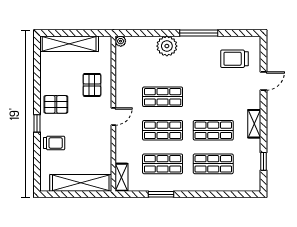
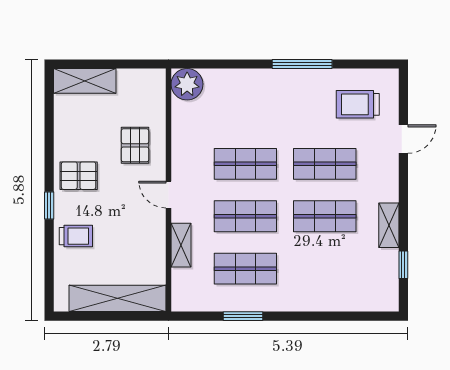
plant: (121, 41) -> (187, 84), width x1.87, depth x1.87
shelving: (69, 44) -> (85, 81), width x0.68
plant: (167, 46) -> (252, 84), removed
door: (113, 116) -> (169, 195), swing flipped
shelving: (254, 124) -> (389, 225), moved
shop shelf: (213, 164) -> (325, 164), moved
shelving: (121, 177) -> (181, 245), moved

